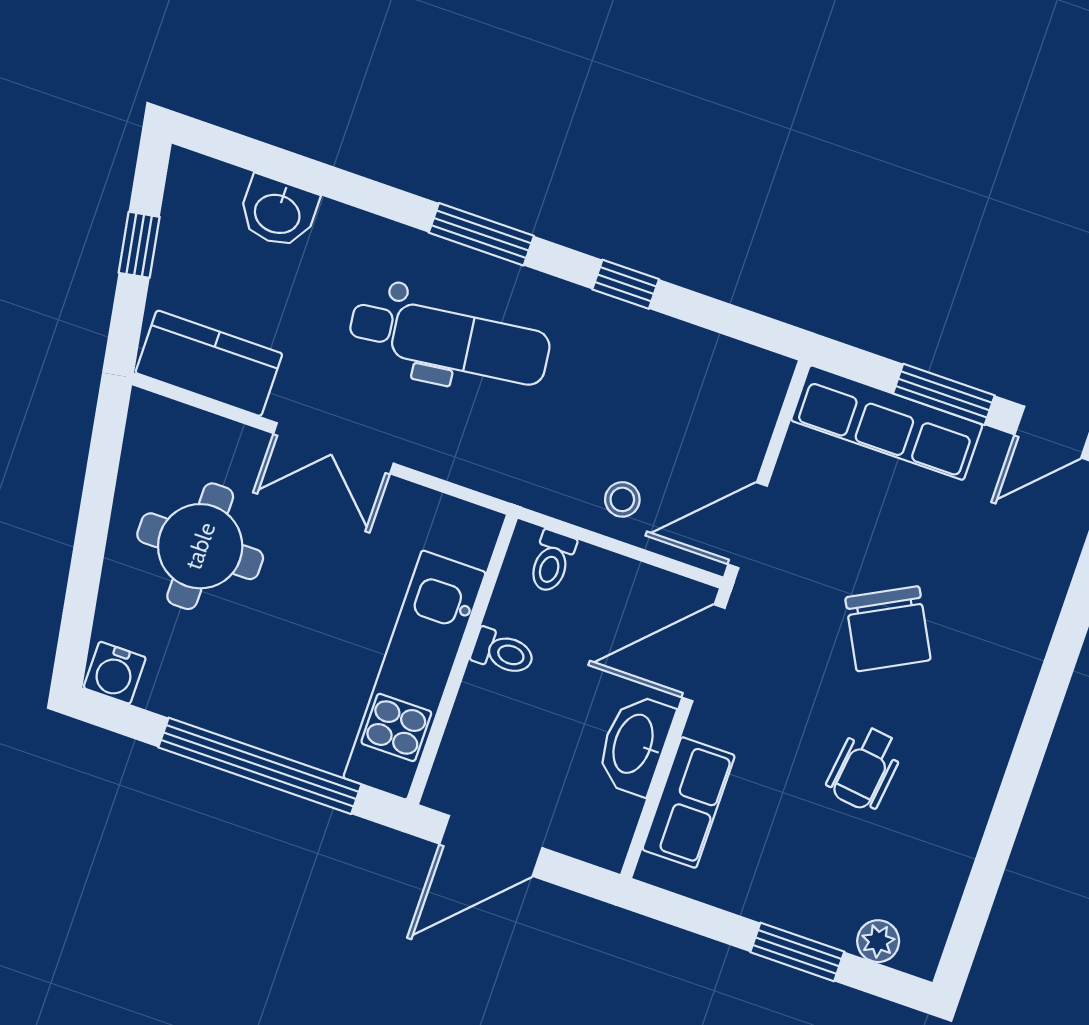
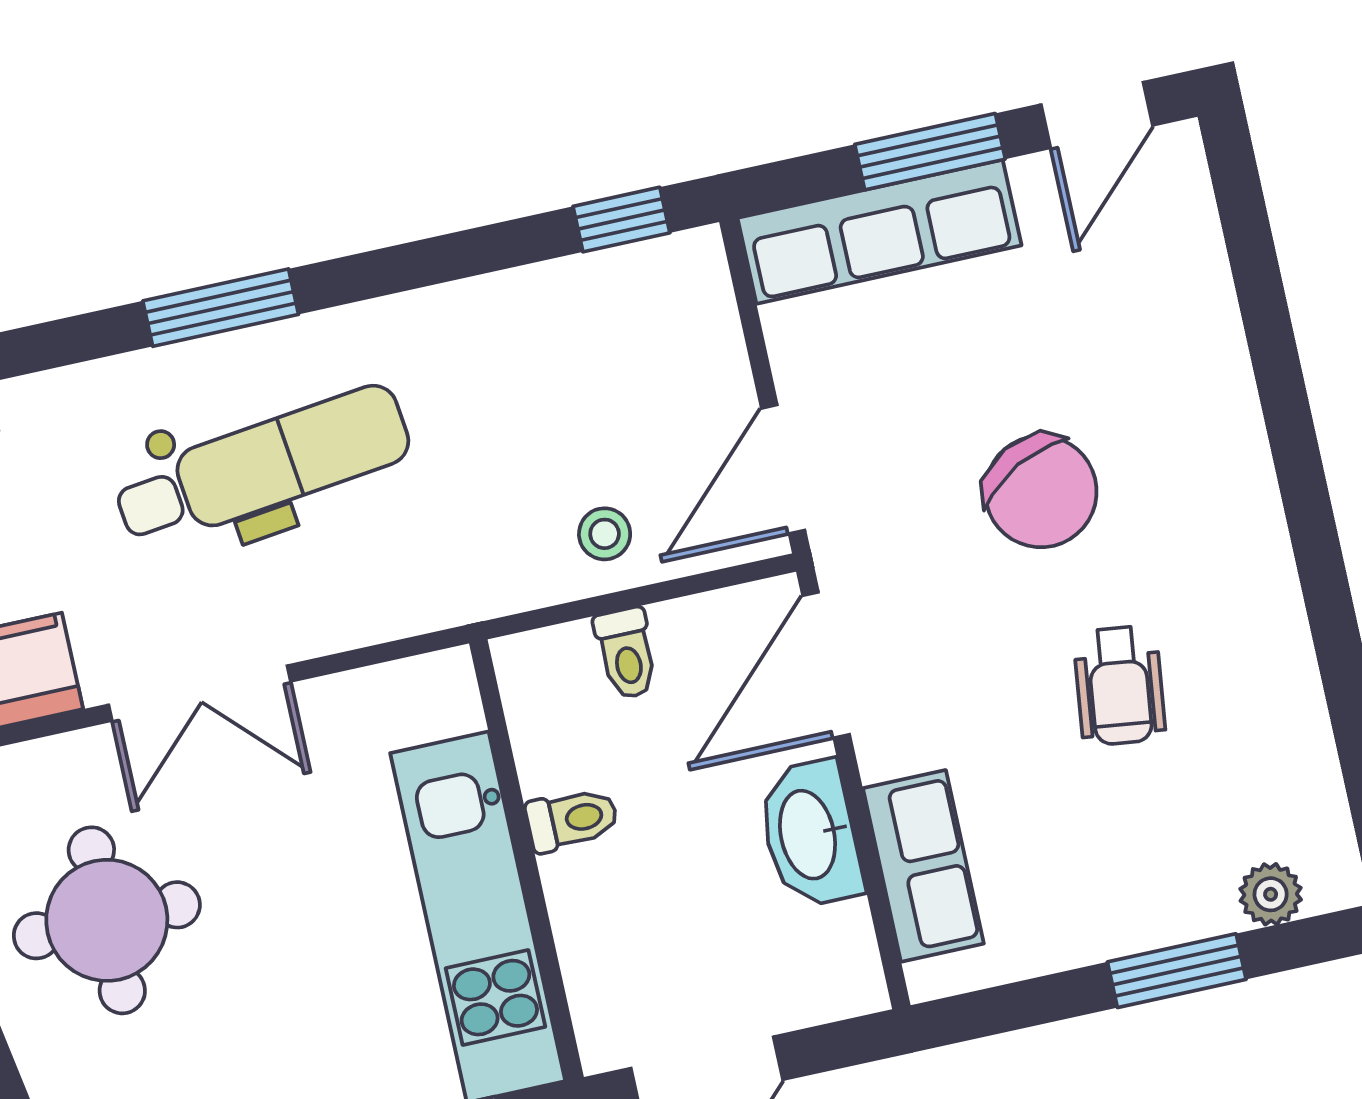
window: (626, 284) -> (621, 220), moved
toilet: (552, 562) -> (626, 653), moved

